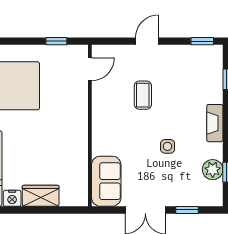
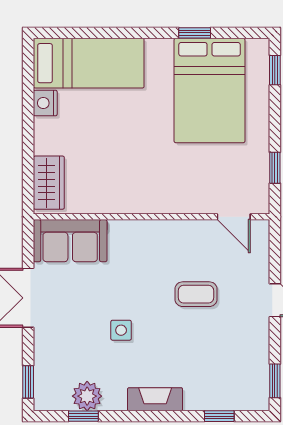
wardrobe: (41, 196) -> (49, 183), moved
window: (187, 210) -> (28, 382), moved

